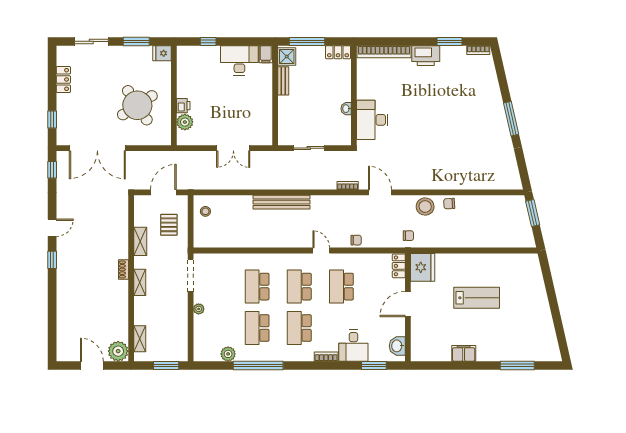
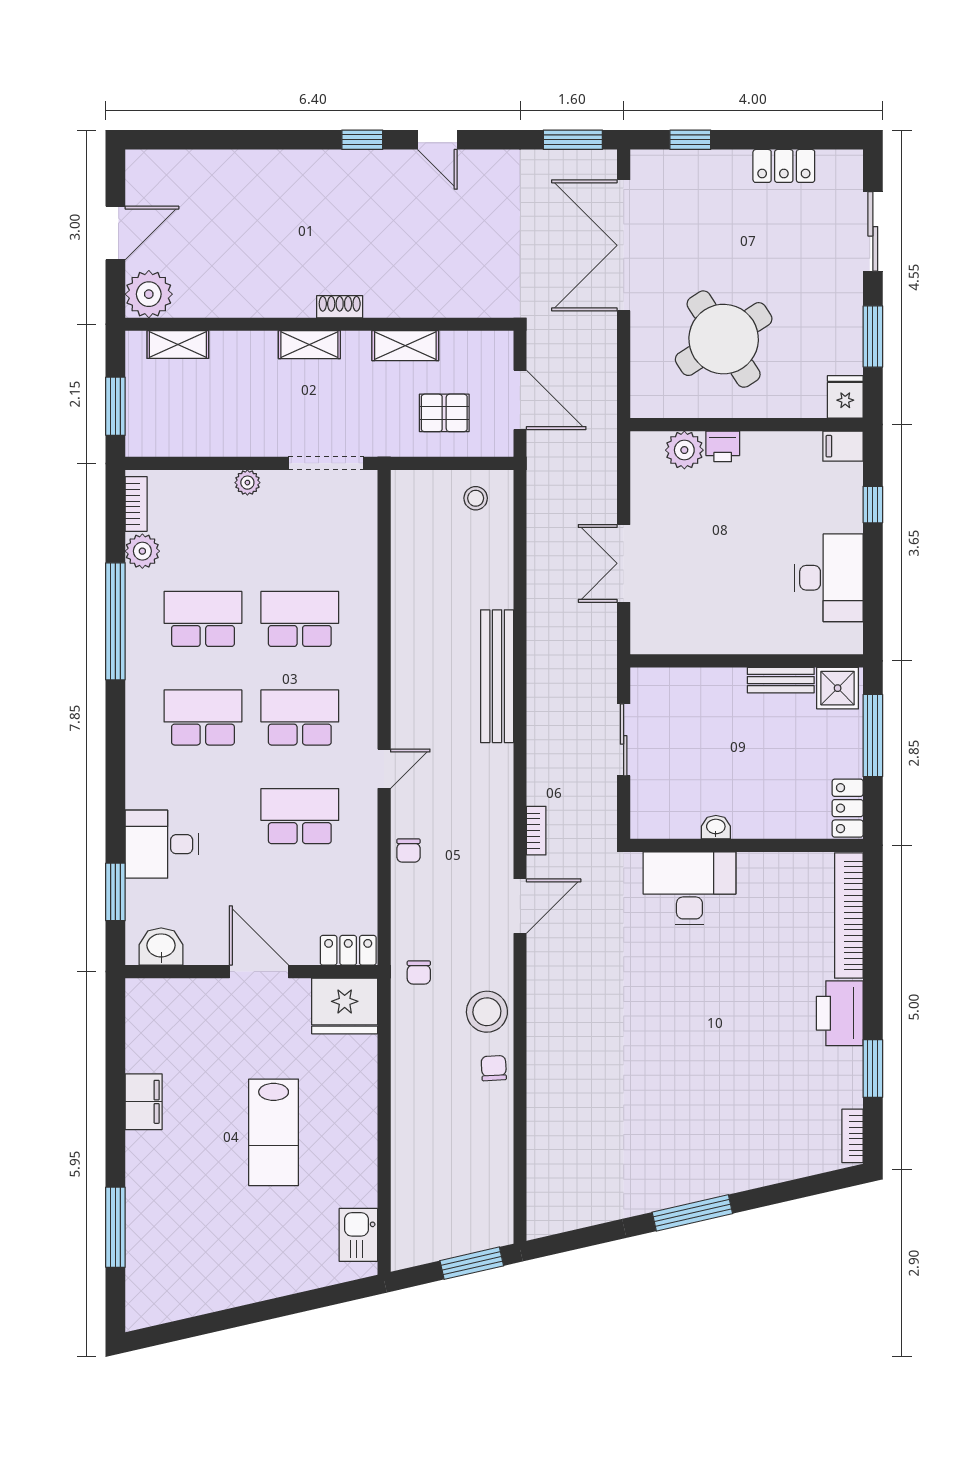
filing cabinet: (266, 54) -> (843, 446), moved
window: (52, 170) -> (573, 140), width x1.50
kitchen sink: (521, 261) -> (358, 1235), added
bookcase: (326, 357) -> (136, 504), moved

